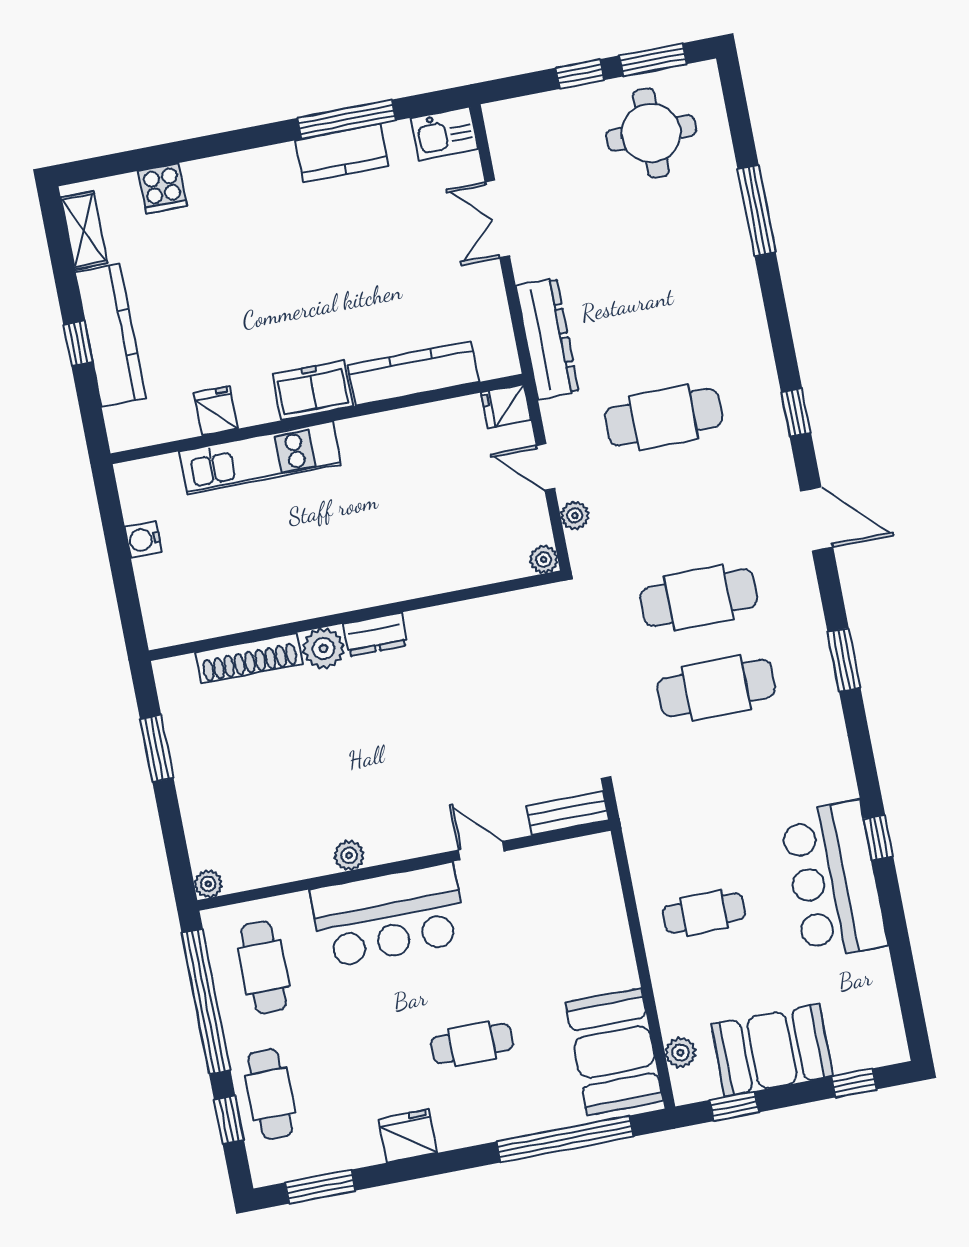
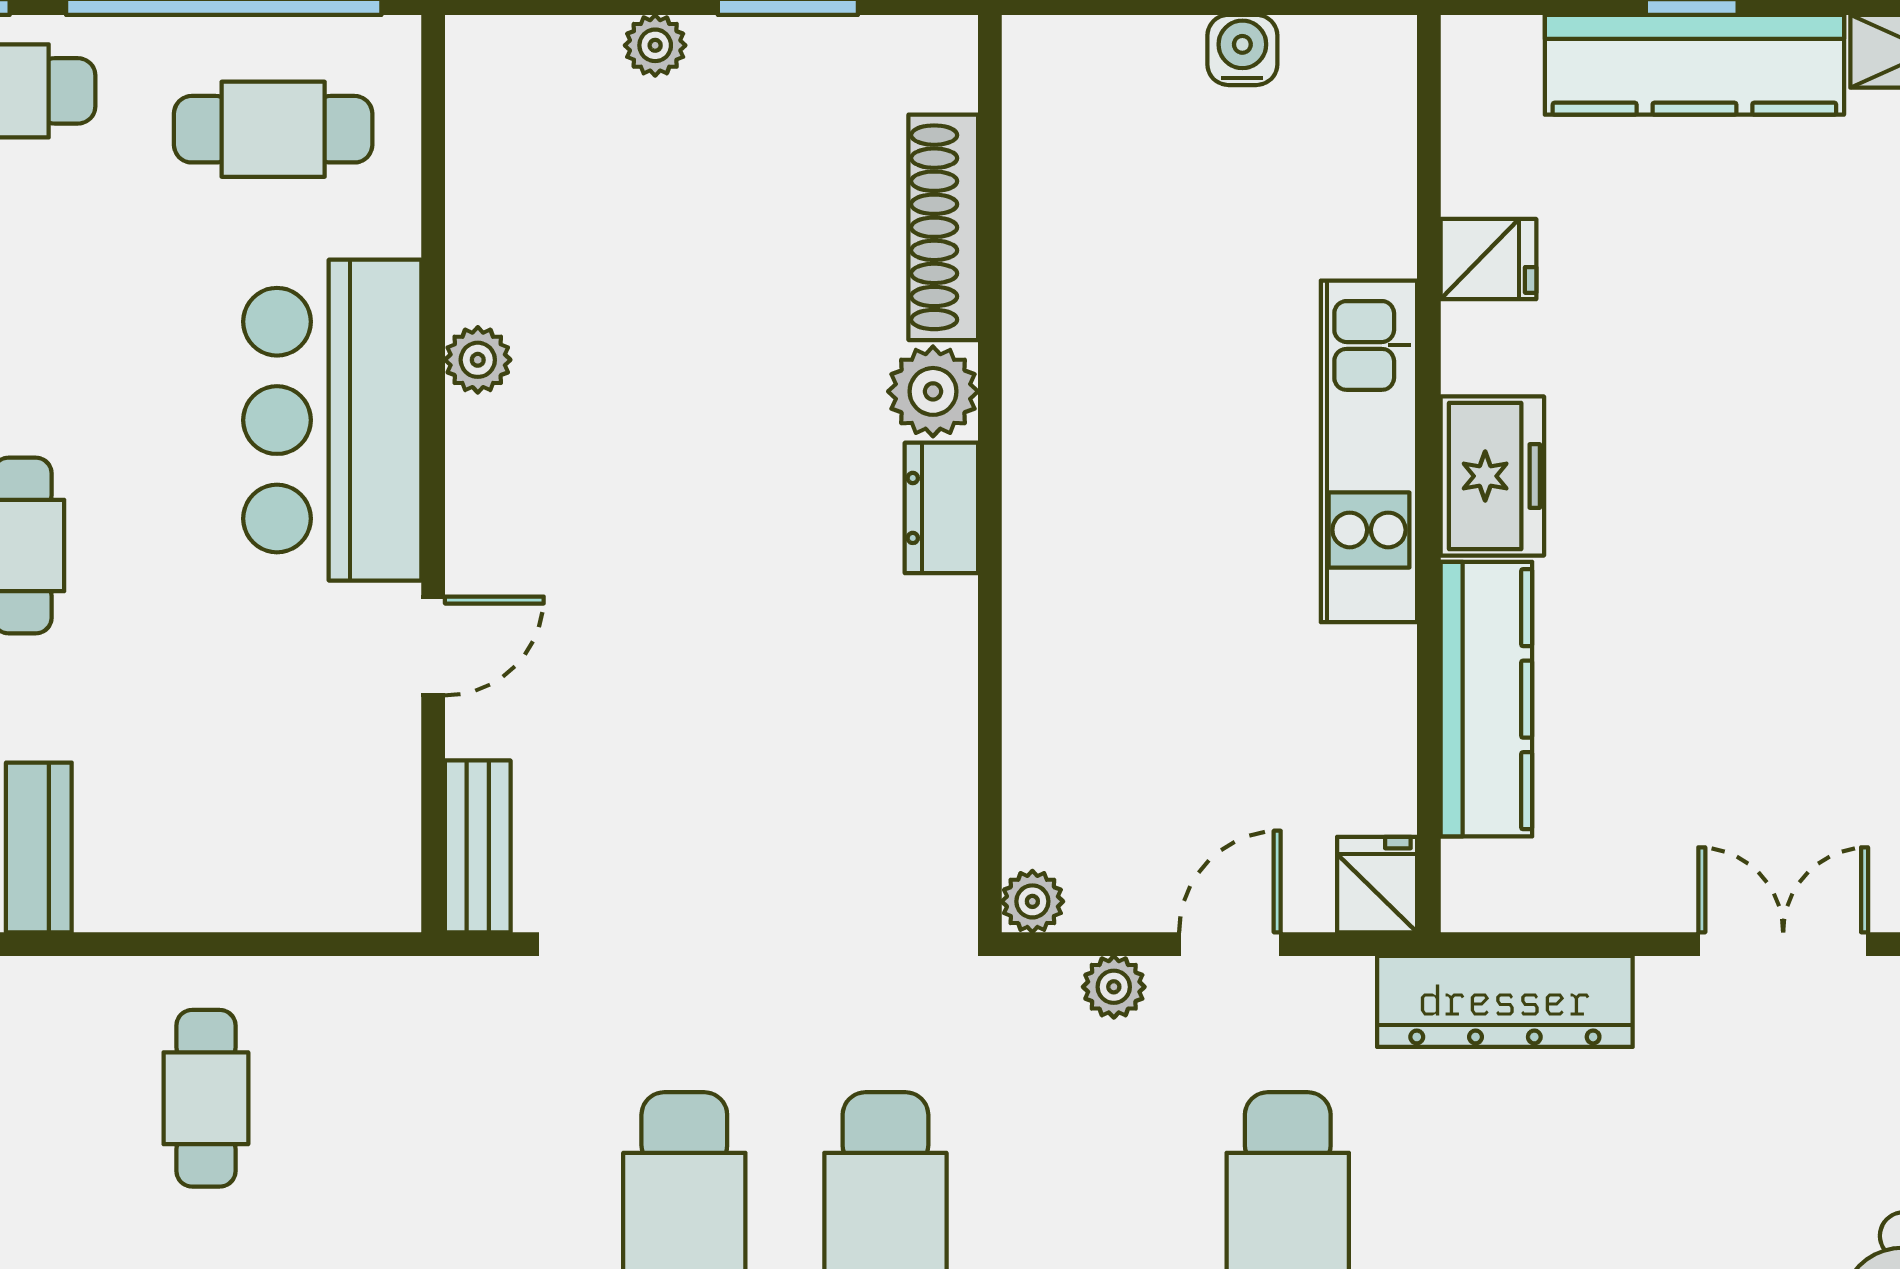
kitchen unit: (260, 458) -> (1369, 451), moved
plant: (208, 884) -> (655, 45), moved

